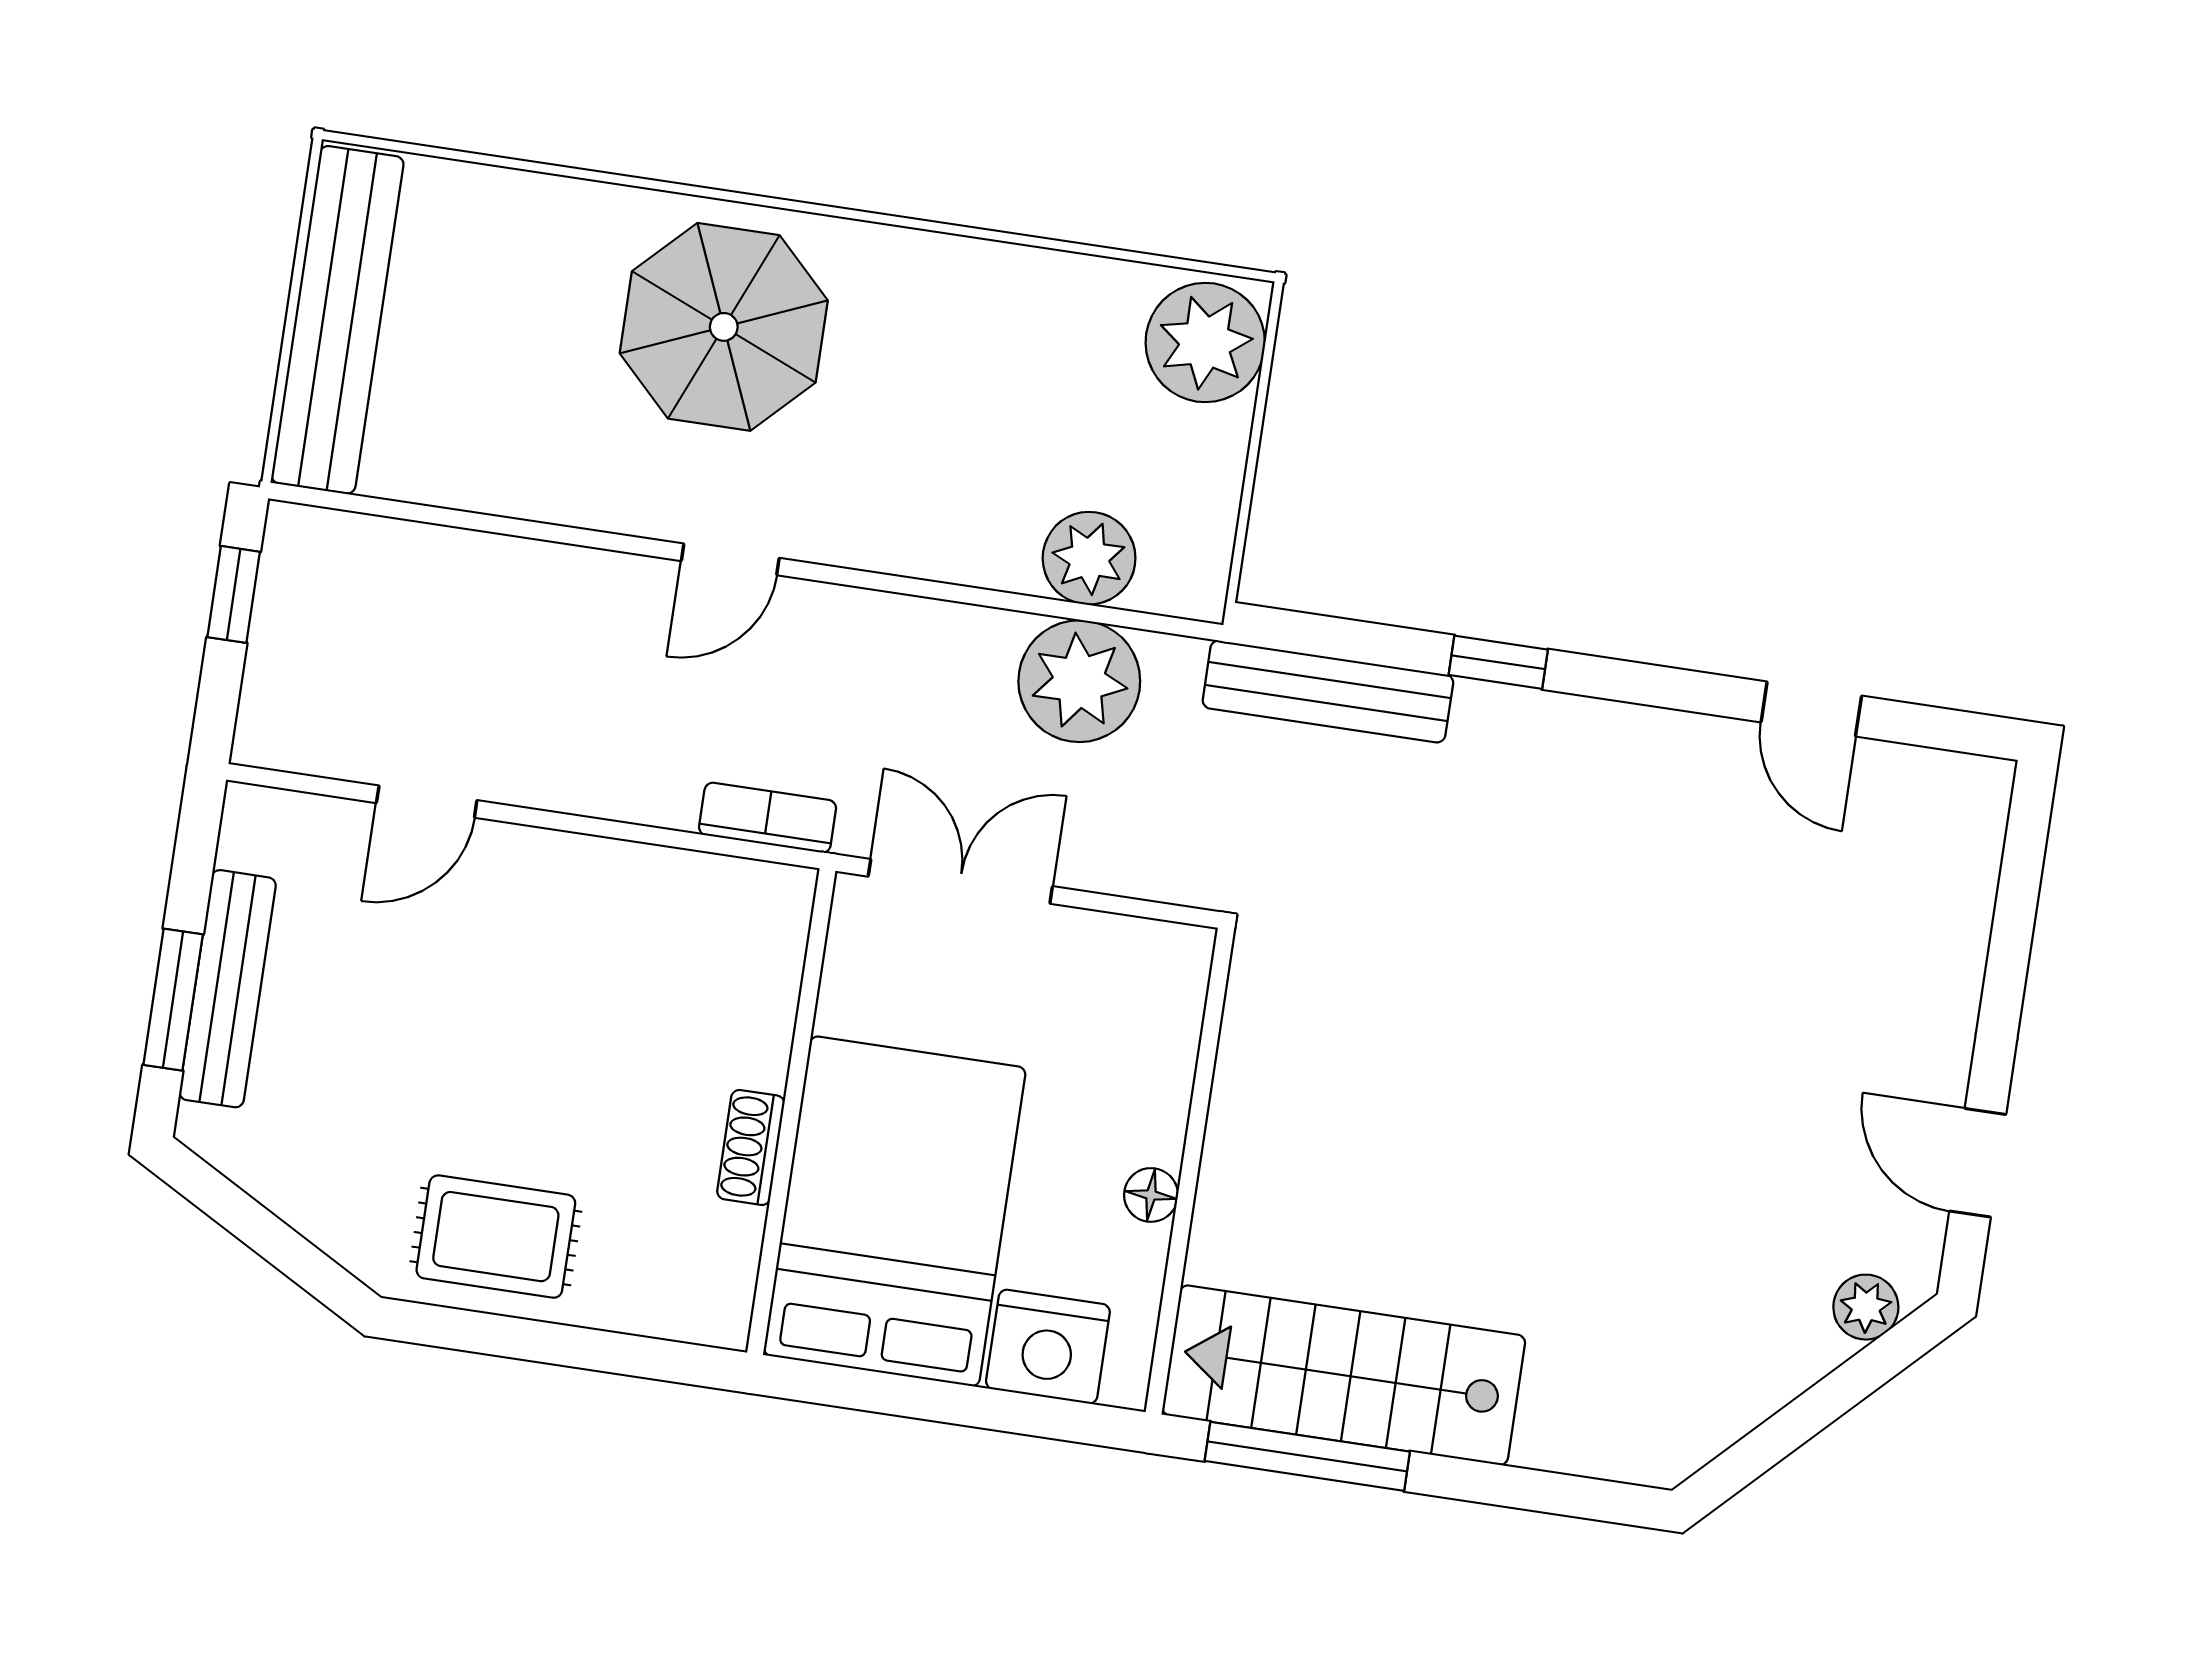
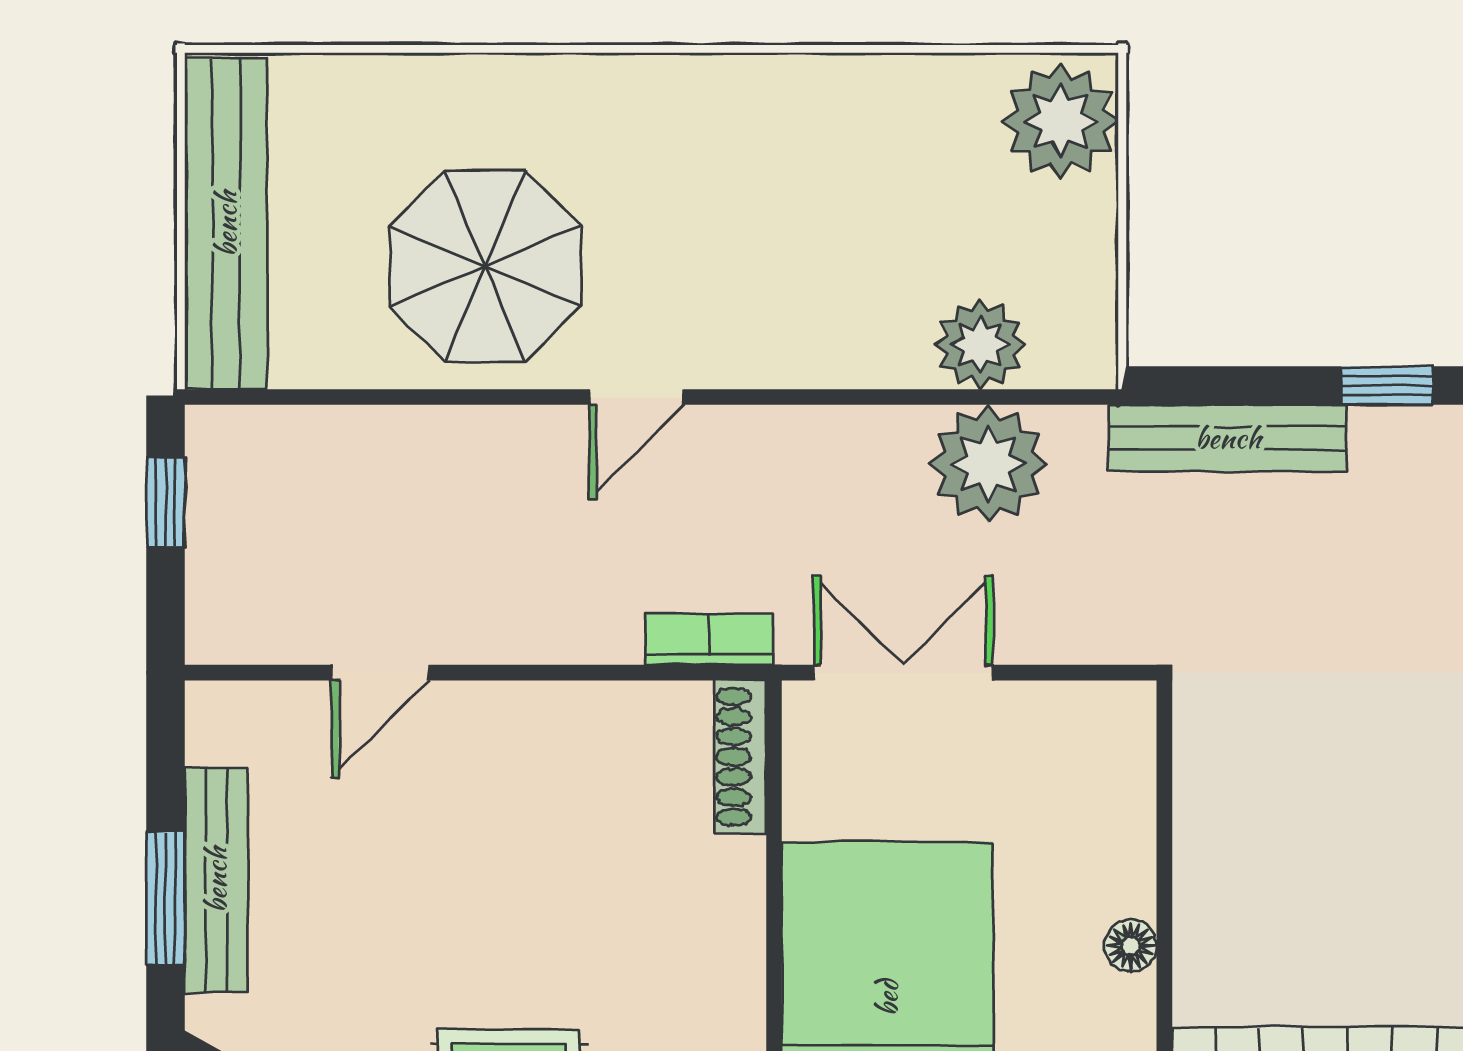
parasol: (724, 327) -> (485, 266), moved
shoe rack: (751, 1147) -> (740, 757), moved, width x1.43

